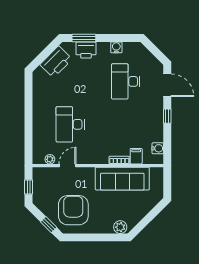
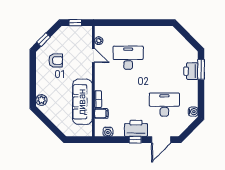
water cooler: (116, 47) -> (193, 112), moved
printer: (56, 62) -> (136, 128), moved, turned 135
armchair: (73, 210) -> (56, 60), width x0.53, depth x0.53

